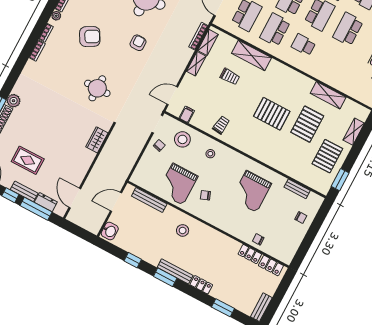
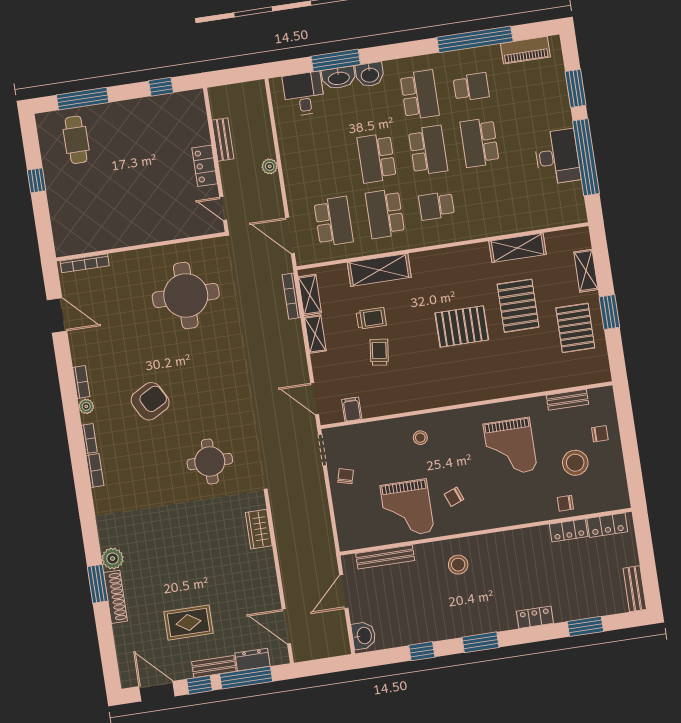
armchair: (138, 43) -> (219, 363), removed
door: (172, 96) -> (315, 399), hinge flipped
trolley: (221, 125) -> (379, 352), moved
stool: (182, 139) -> (575, 463), moved
window: (340, 180) -> (609, 312), moved
bench: (175, 271) -> (488, 625), removed

